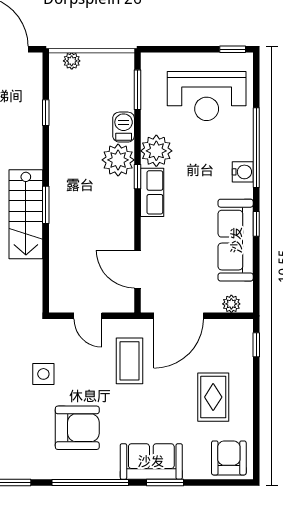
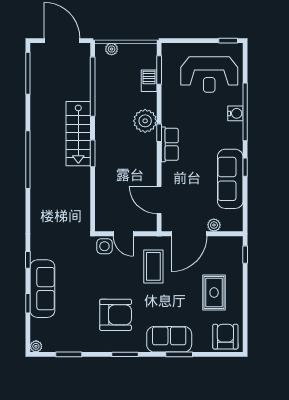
window: (46, 113) -> (93, 87), width x3.17
barbecue: (124, 127) -> (149, 81), moved
plant: (156, 151) -> (173, 114), removed
water cooler: (243, 172) -> (235, 113), moved
stairs: (26, 214) -> (78, 134), moved
plant: (231, 304) -> (214, 225), moved
side table: (43, 374) -> (104, 246), moved
window: (90, 482) -> (125, 354), width x0.47

